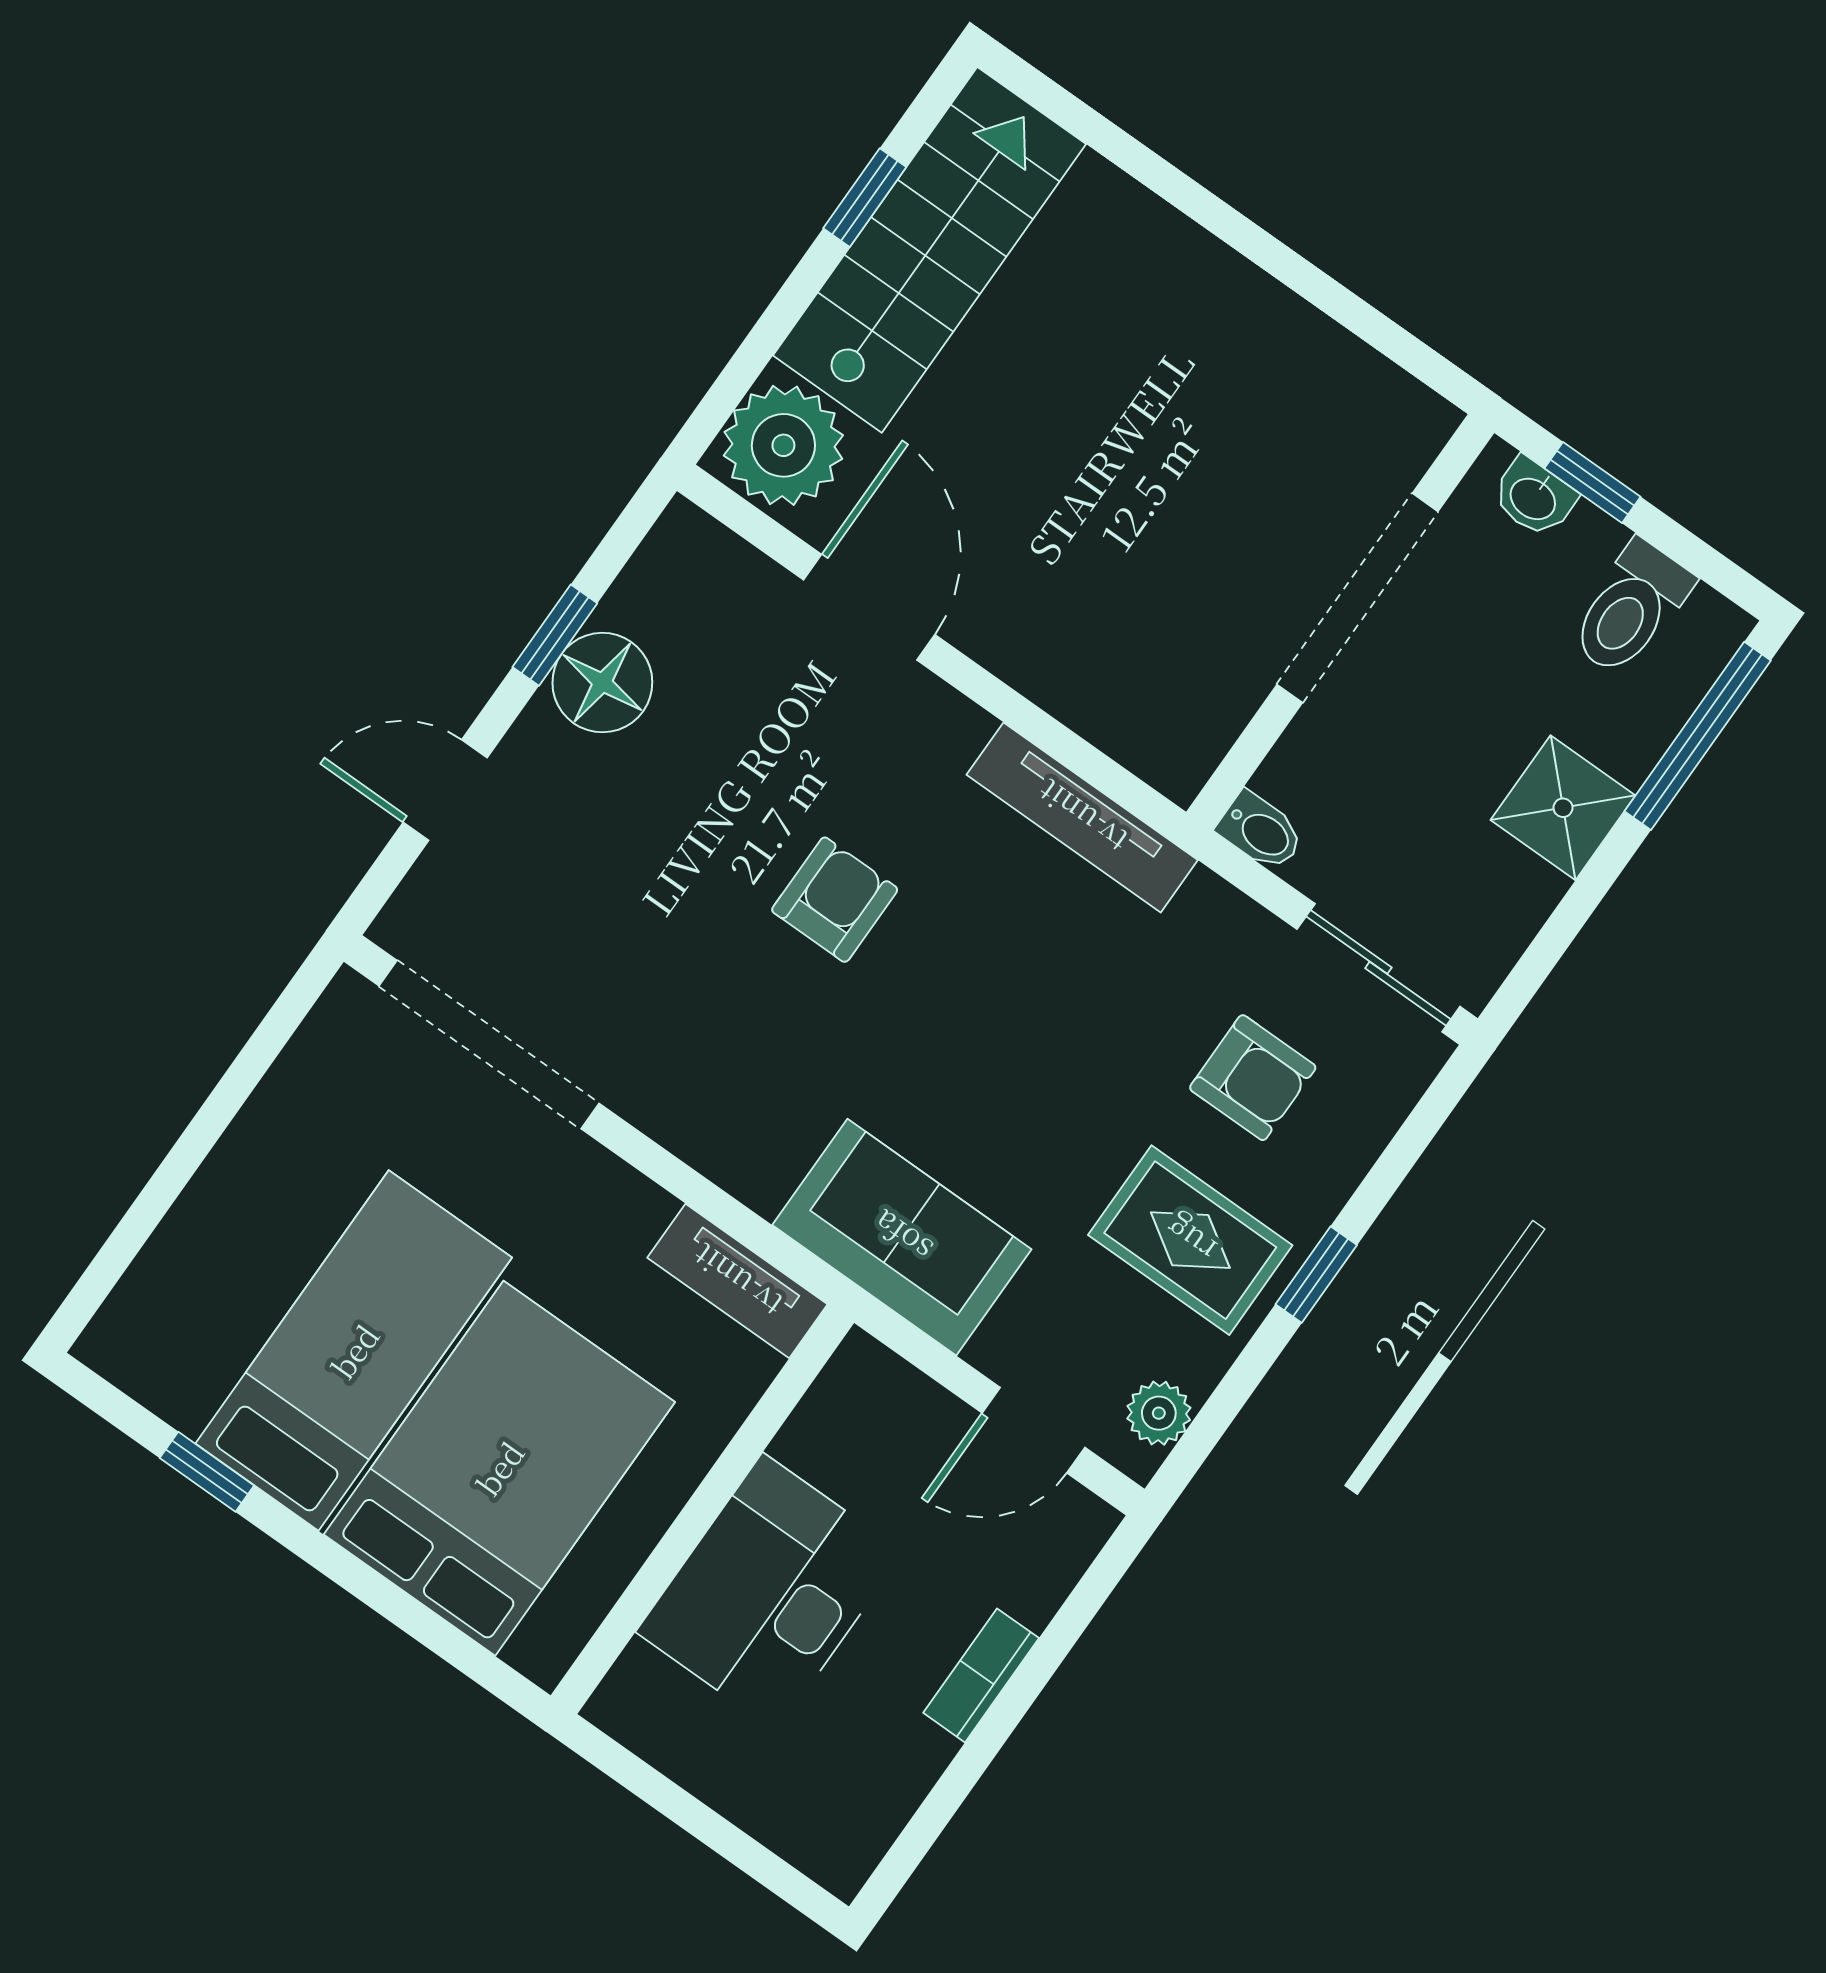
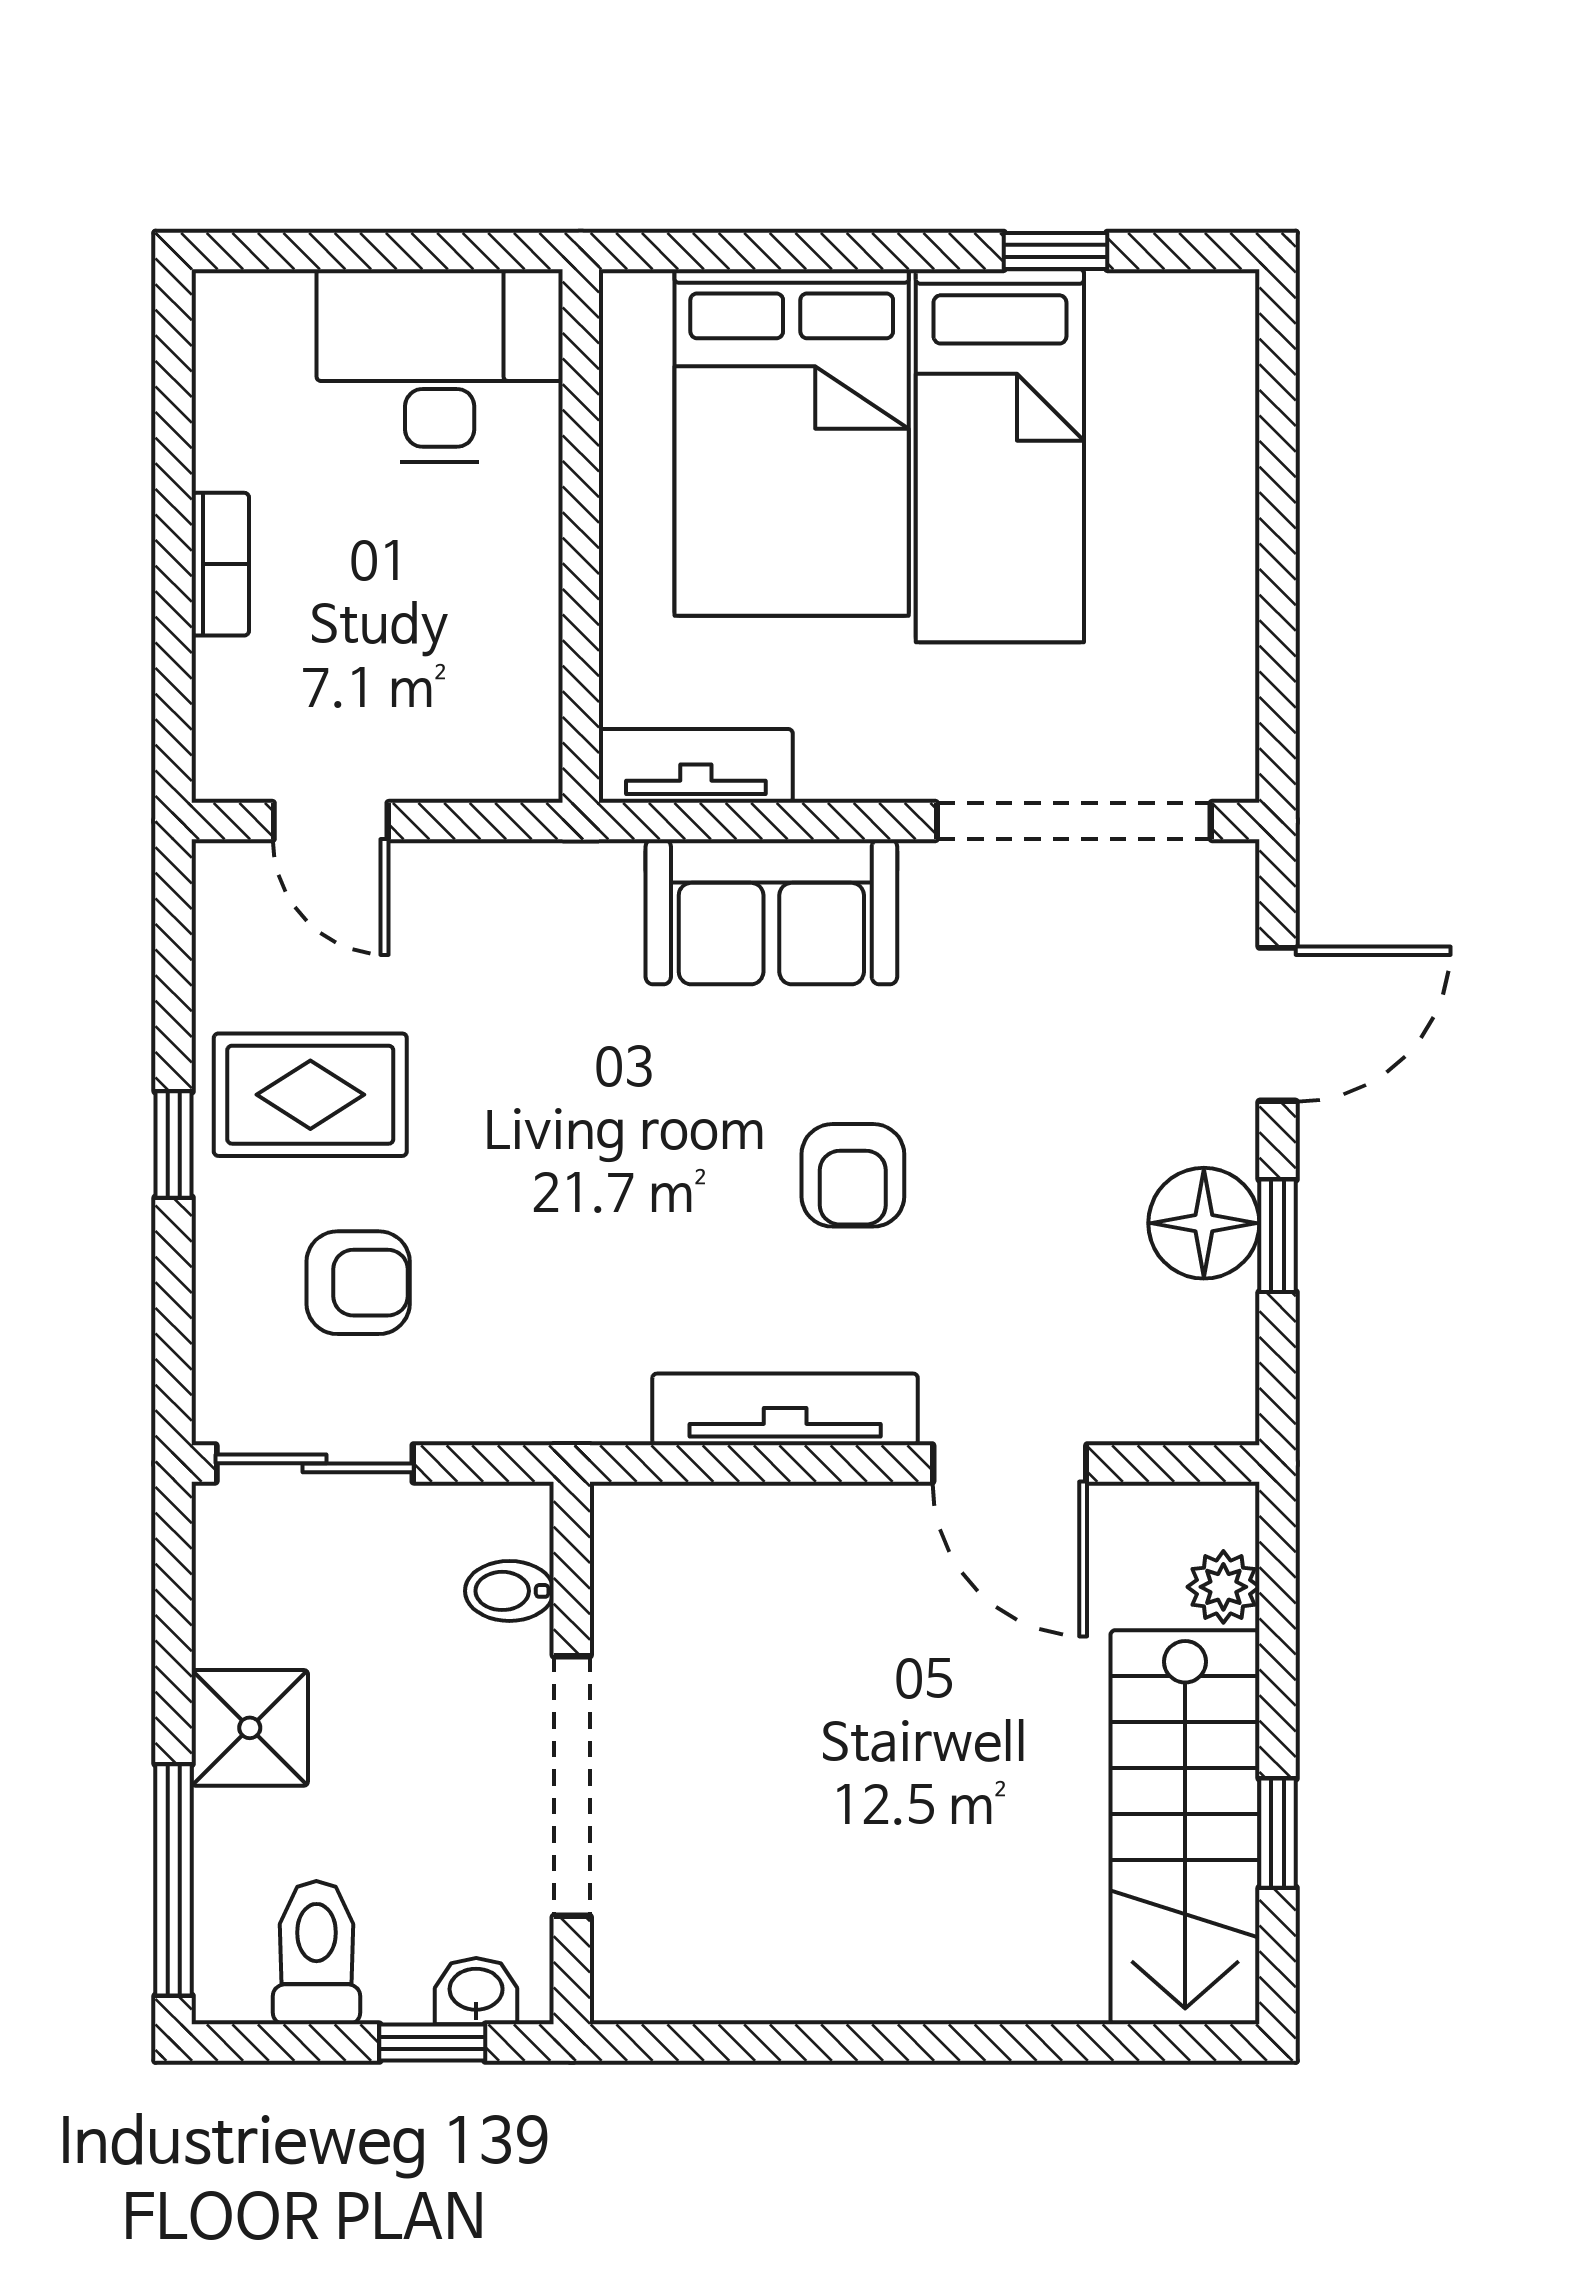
plant: (783, 445) -> (1223, 1587), width x0.53, depth x0.53
door: (445, 790) -> (1278, 1024), width x1.37
tv unit: (1082, 817) -> (785, 1409), moved
bidet: (1261, 831) -> (509, 1591), moved
armchair: (1253, 1078) -> (358, 1283), turned 180
sofa: (902, 1237) -> (771, 912), moved
plant: (1159, 1413) -> (228, 917), removed
door: (1033, 1430) -> (331, 821), swing flipped
desk: (770, 1592) -> (440, 366), moved, turned -90

